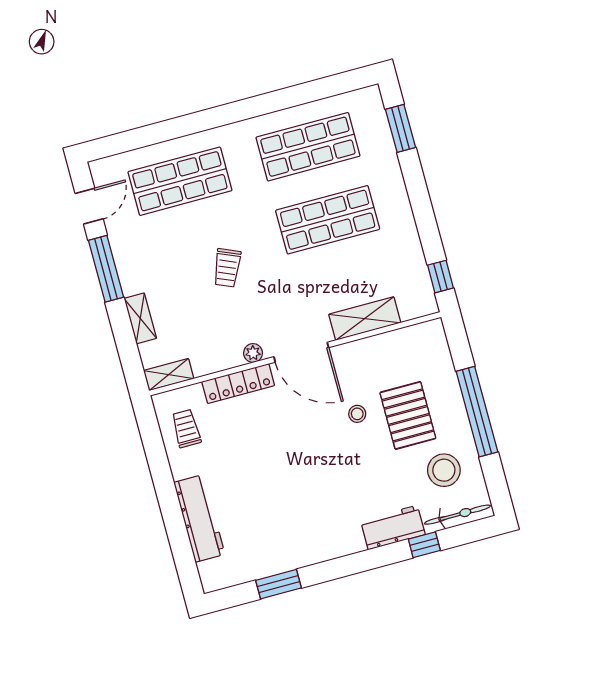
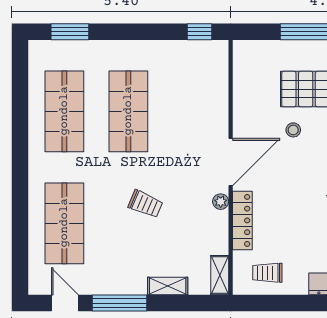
shelving: (365, 319) -> (217, 103), removed

